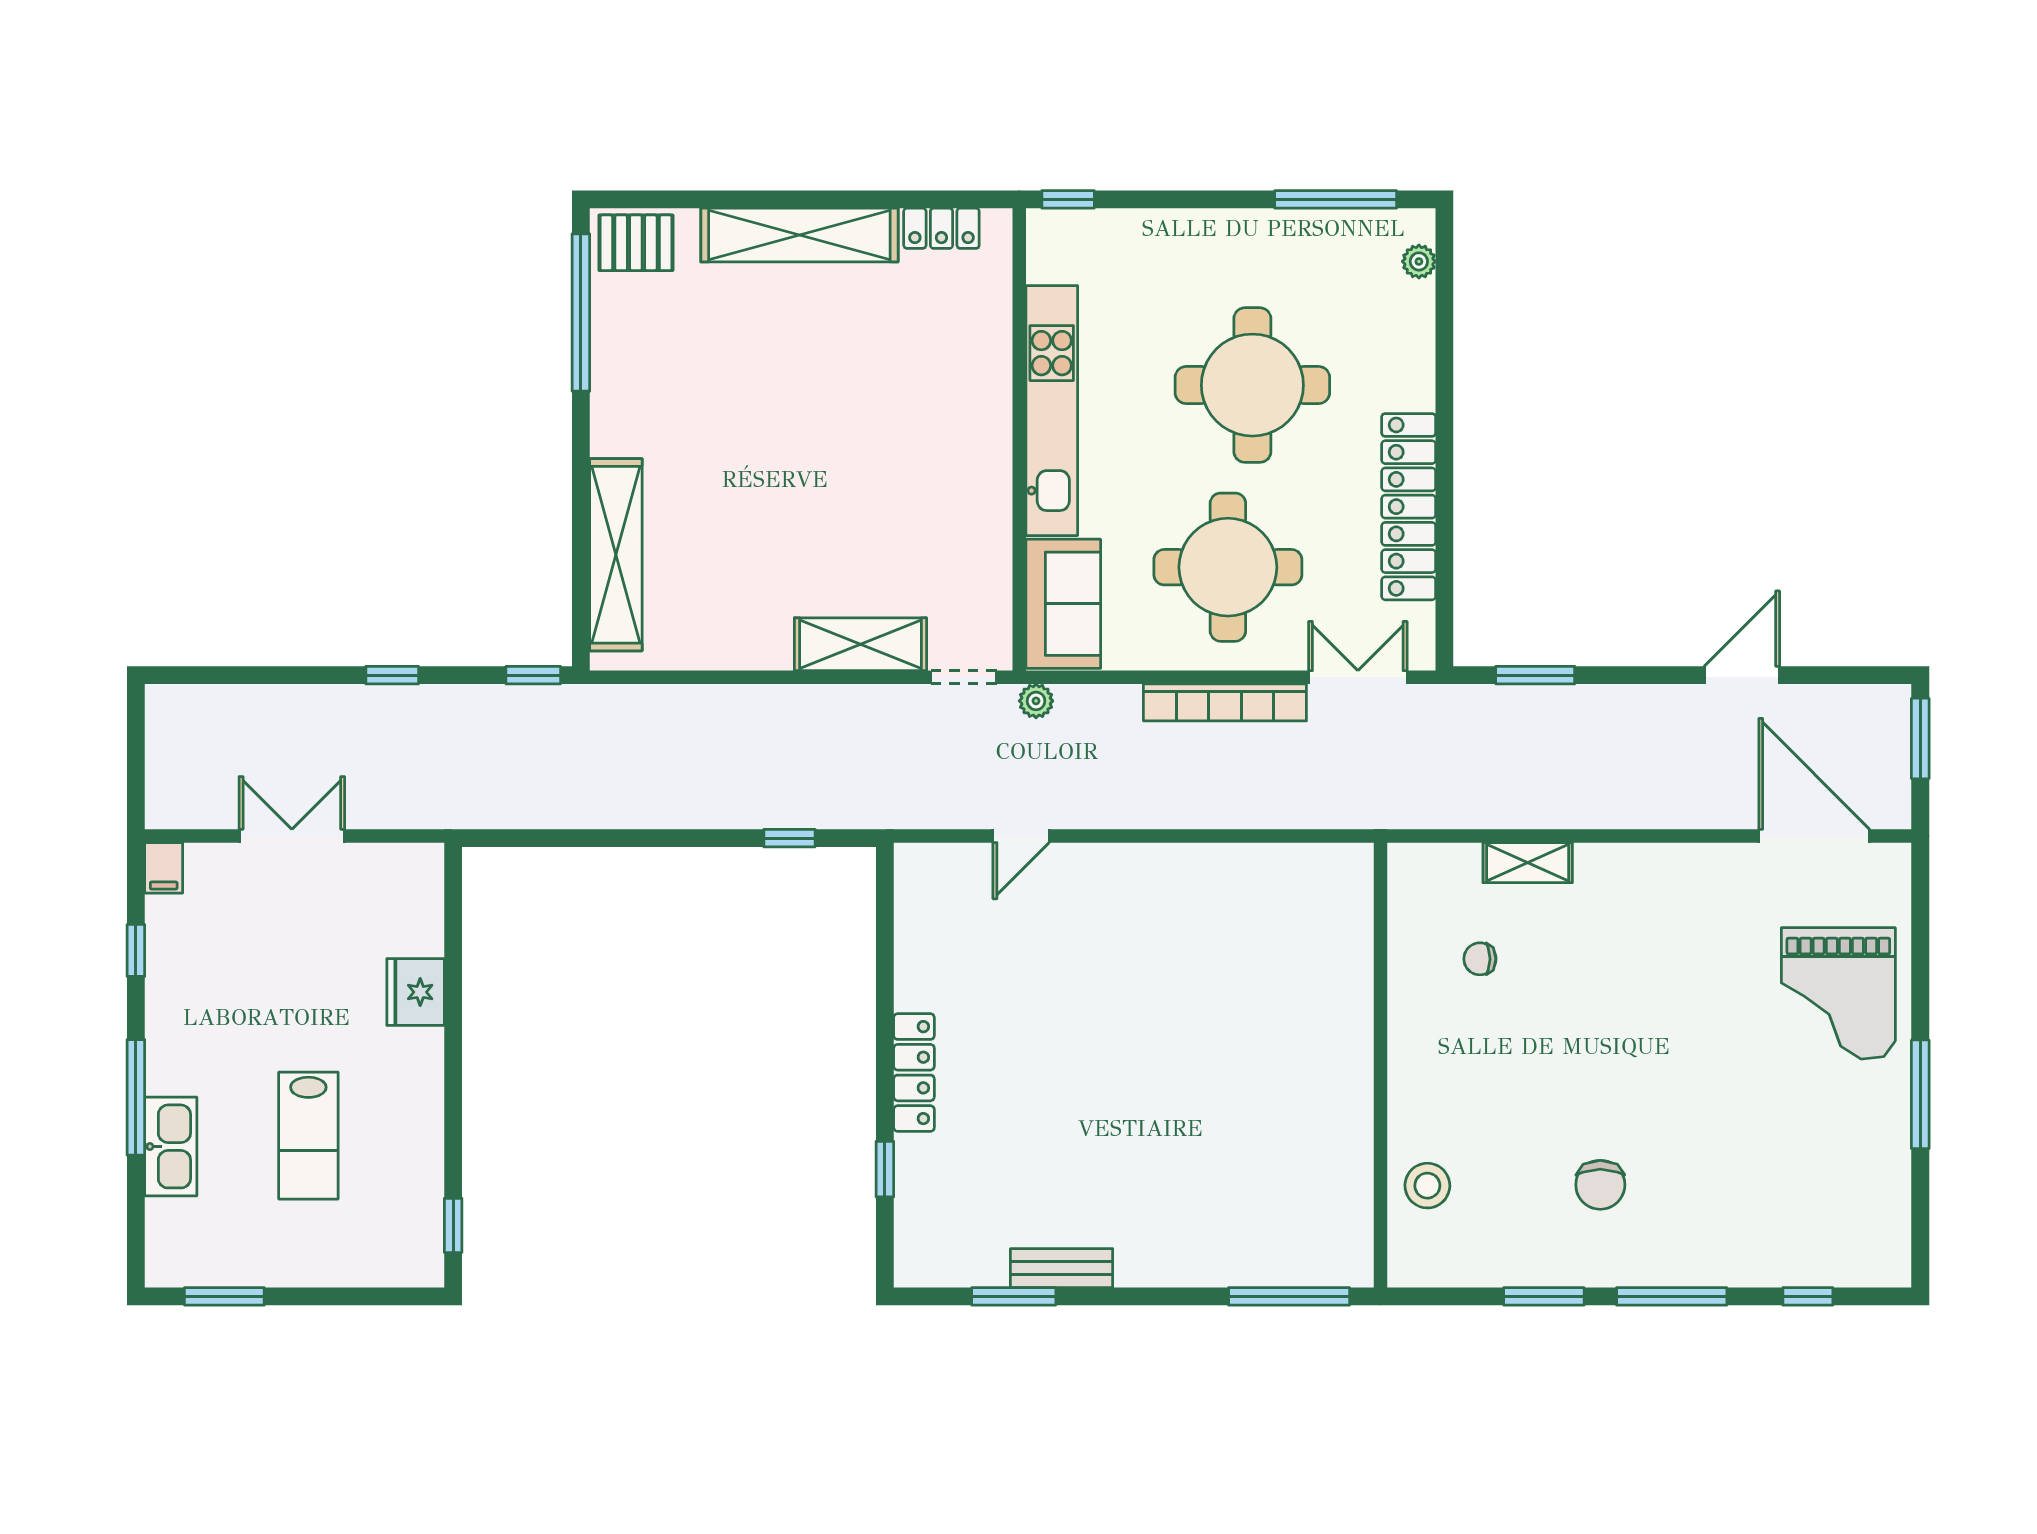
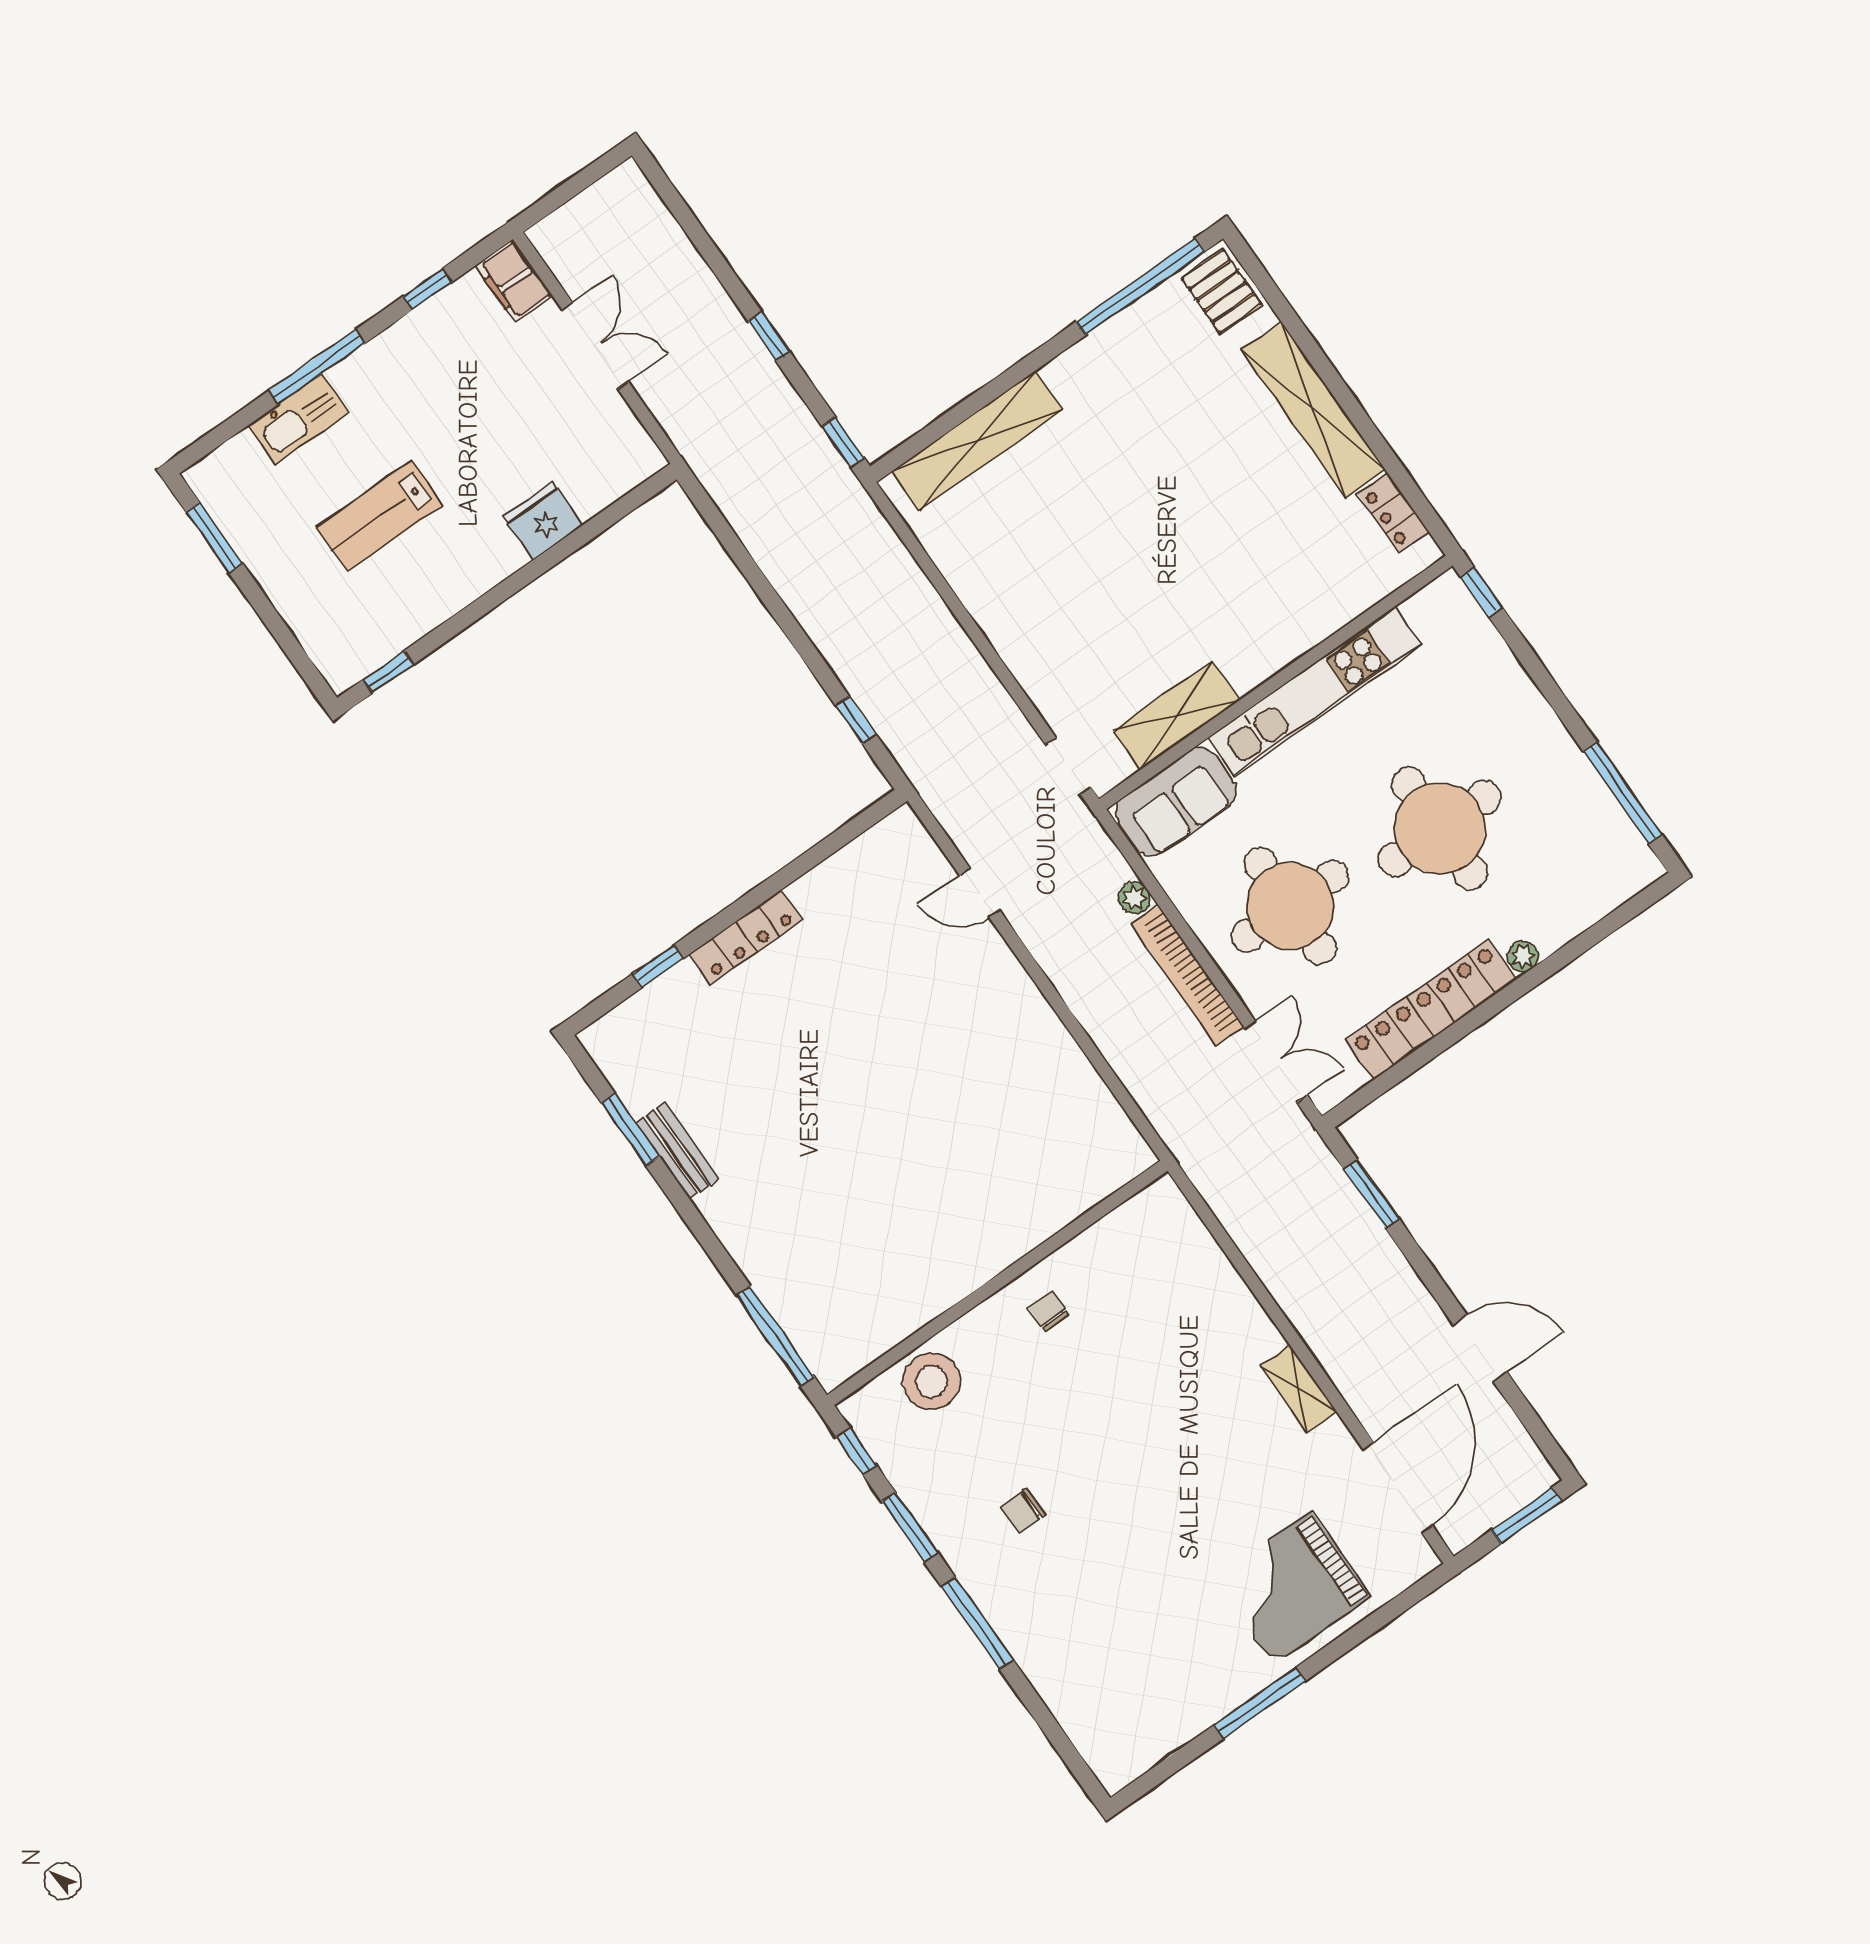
plant: (1419, 261) -> (1523, 957), moved
shelving: (860, 644) -> (1176, 715), moved, turned 90
plant: (1036, 701) -> (1134, 898), moved
shelving: (1528, 863) -> (1298, 1389), moved
filing cabinet: (164, 868) -> (514, 281), width x2.00
chair: (1480, 959) -> (1049, 1312), moved
chair: (1600, 1185) -> (1023, 1511), width x0.73, depth x0.73
stool: (1427, 1186) -> (932, 1382), width x1.38, depth x1.38
window: (1808, 1296) -> (856, 1451), moved

